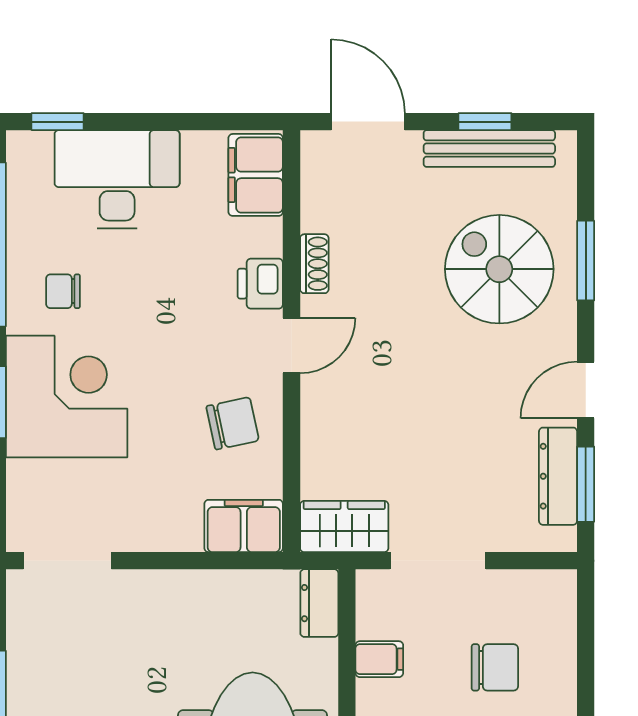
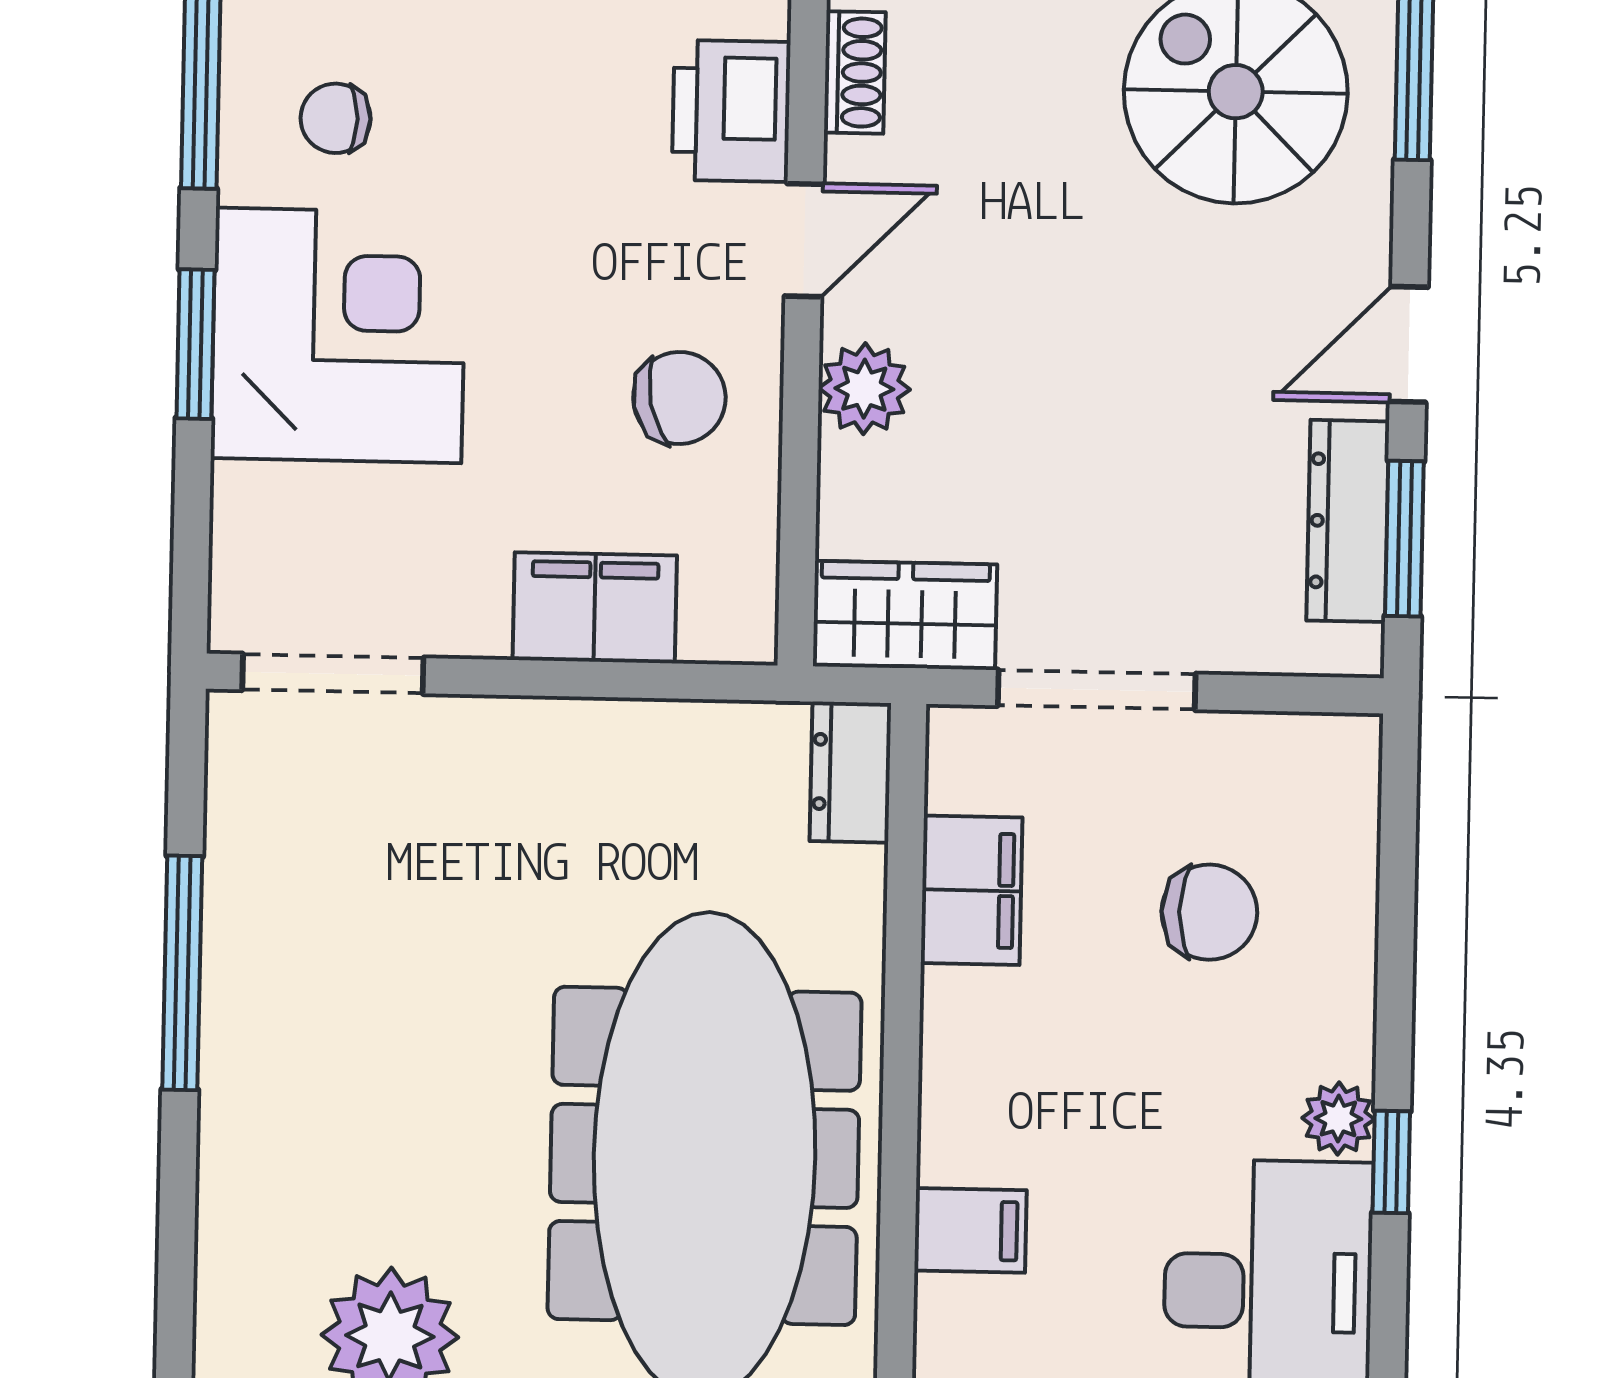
printer: (260, 284) -> (731, 111), width x1.36, depth x1.24
plant: (322, 417) -> (864, 389), added
filing cabinet: (244, 526) -> (595, 608), moved
filing cabinet: (379, 659) -> (972, 890), width x2.00

